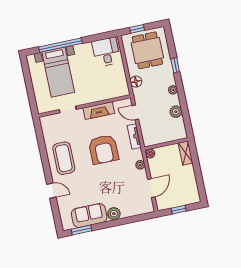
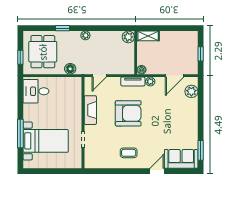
window: (60, 45) -> (20, 133), width x0.68
dining table: (147, 50) -> (43, 52), turned 90
plant: (176, 112) -> (128, 37), moved
tv unit: (134, 136) -> (133, 81), moved
coffee table: (64, 158) -> (129, 153), width x0.54, depth x0.58
door: (151, 188) -> (175, 76), swing flipped
plant: (114, 214) -> (191, 91), moved
sofa: (89, 215) -> (181, 159), moved, turned 90

